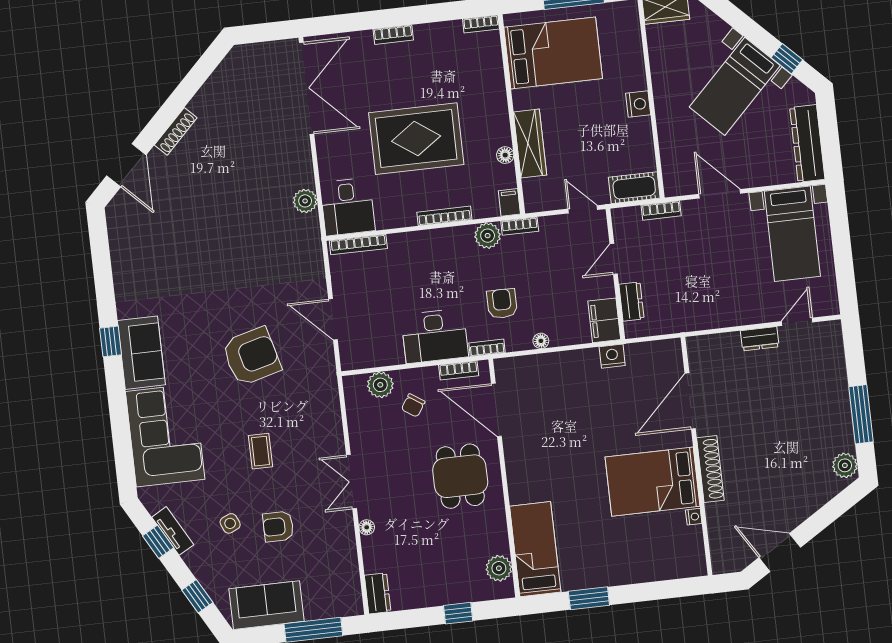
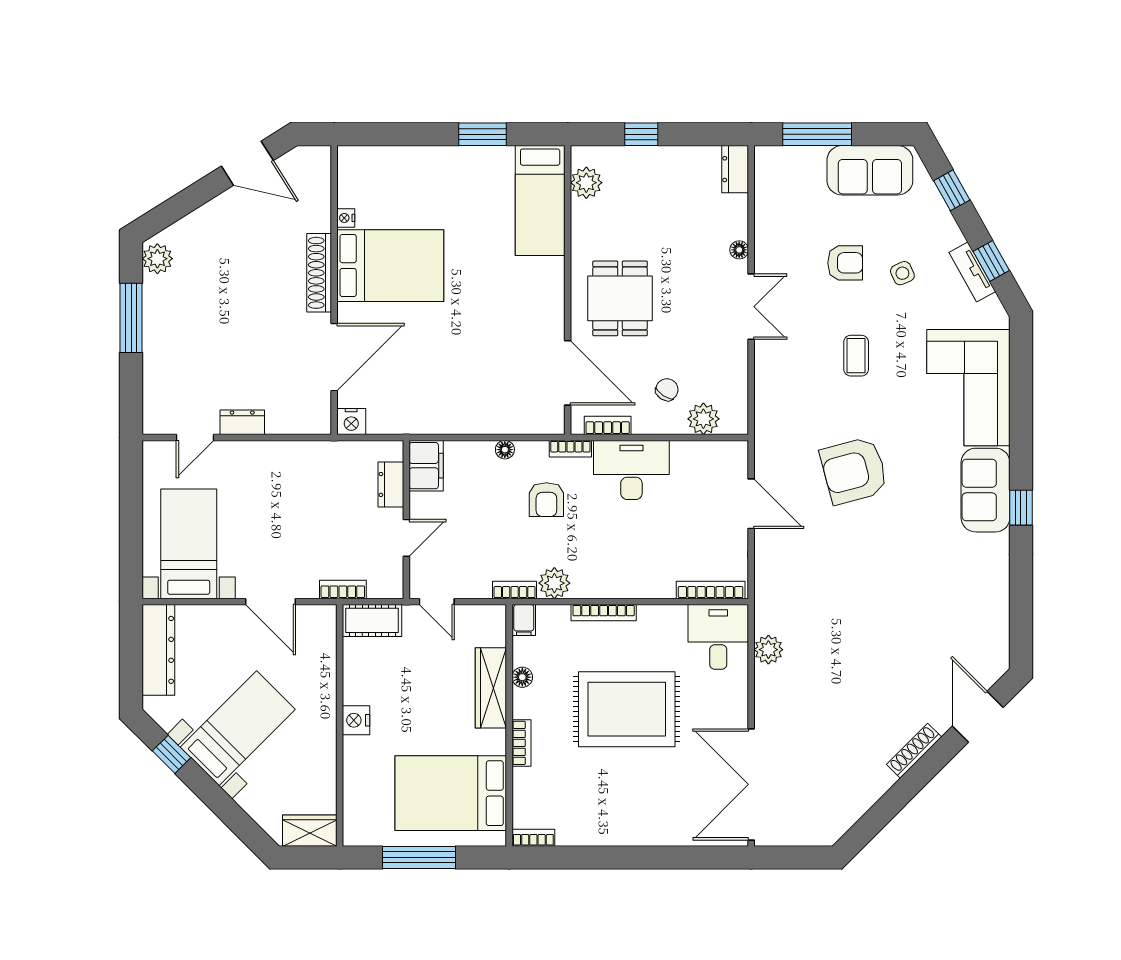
bookcase: (393, 35) -> (521, 743), moved, turned 90
nightstand: (612, 356) -> (351, 421), moved

